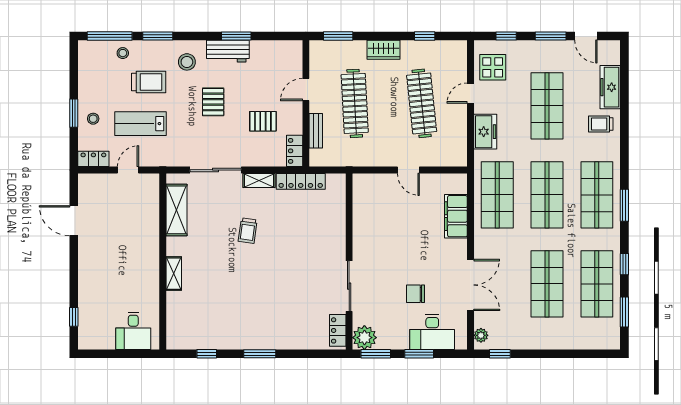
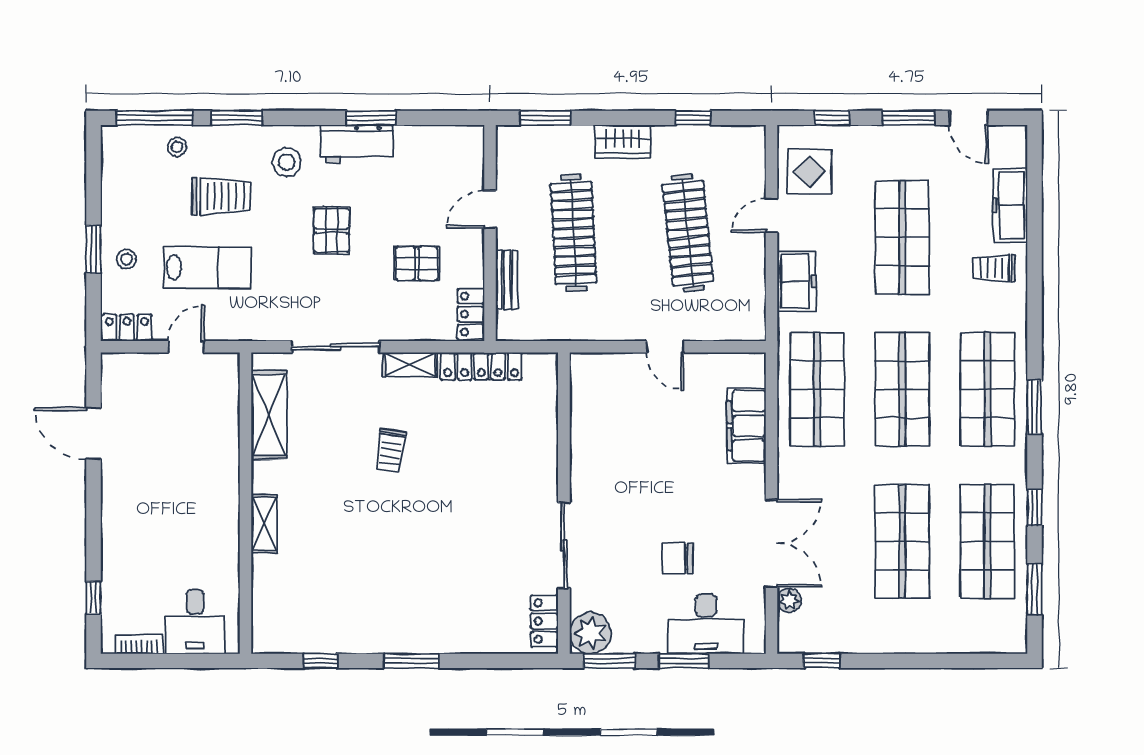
lab bench: (140, 124) -> (207, 267), turned 180
plant: (481, 335) -> (789, 600), moved
bookcase: (101, 344) -> (139, 644), added

